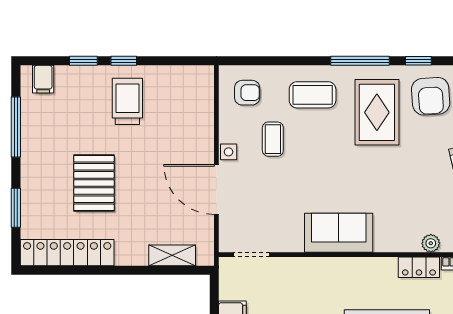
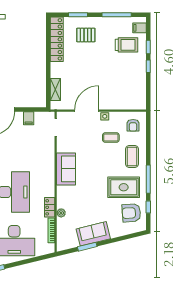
trolley: (127, 101) -> (126, 45), moved
pallet: (94, 183) -> (86, 35), moved, width x0.67, depth x0.71

